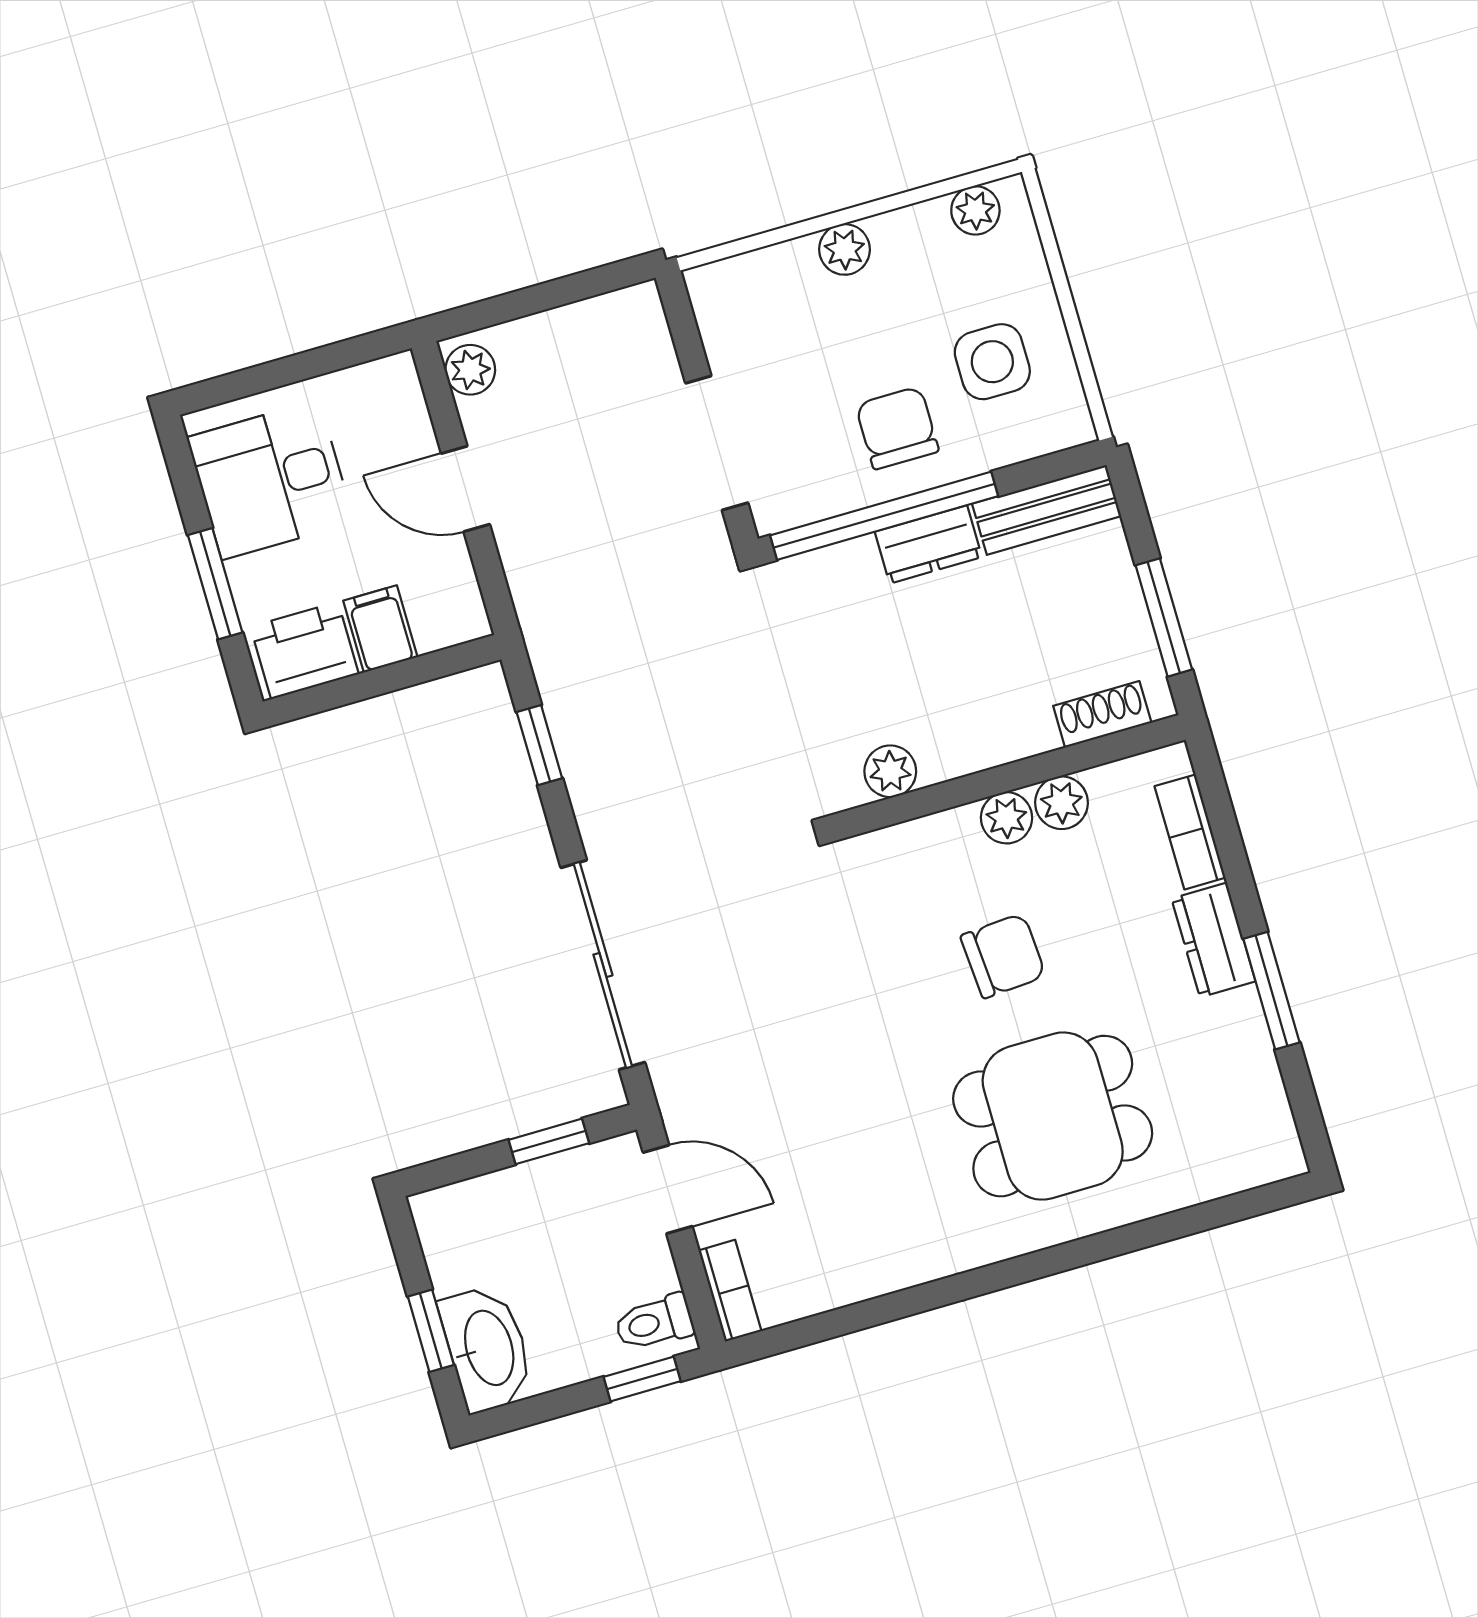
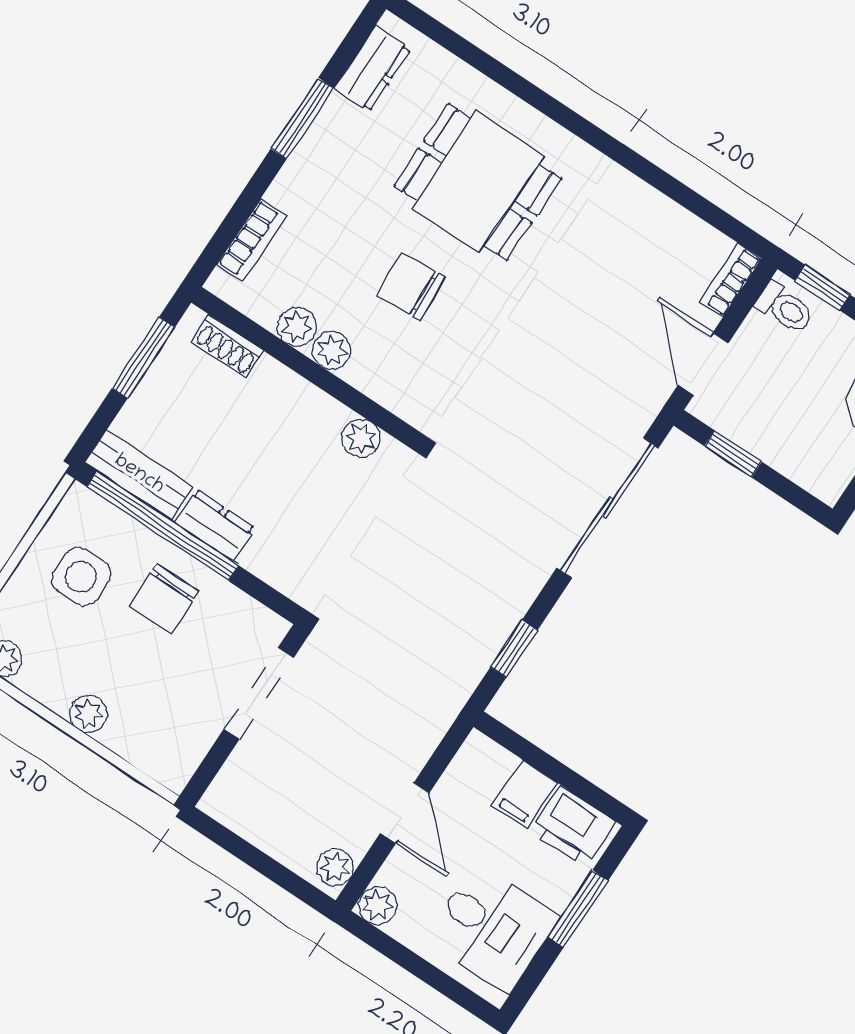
plant: (394, 380) -> (378, 905), added
window: (884, 516) -> (163, 526), moved
dresser: (1213, 940) -> (372, 69), moved

